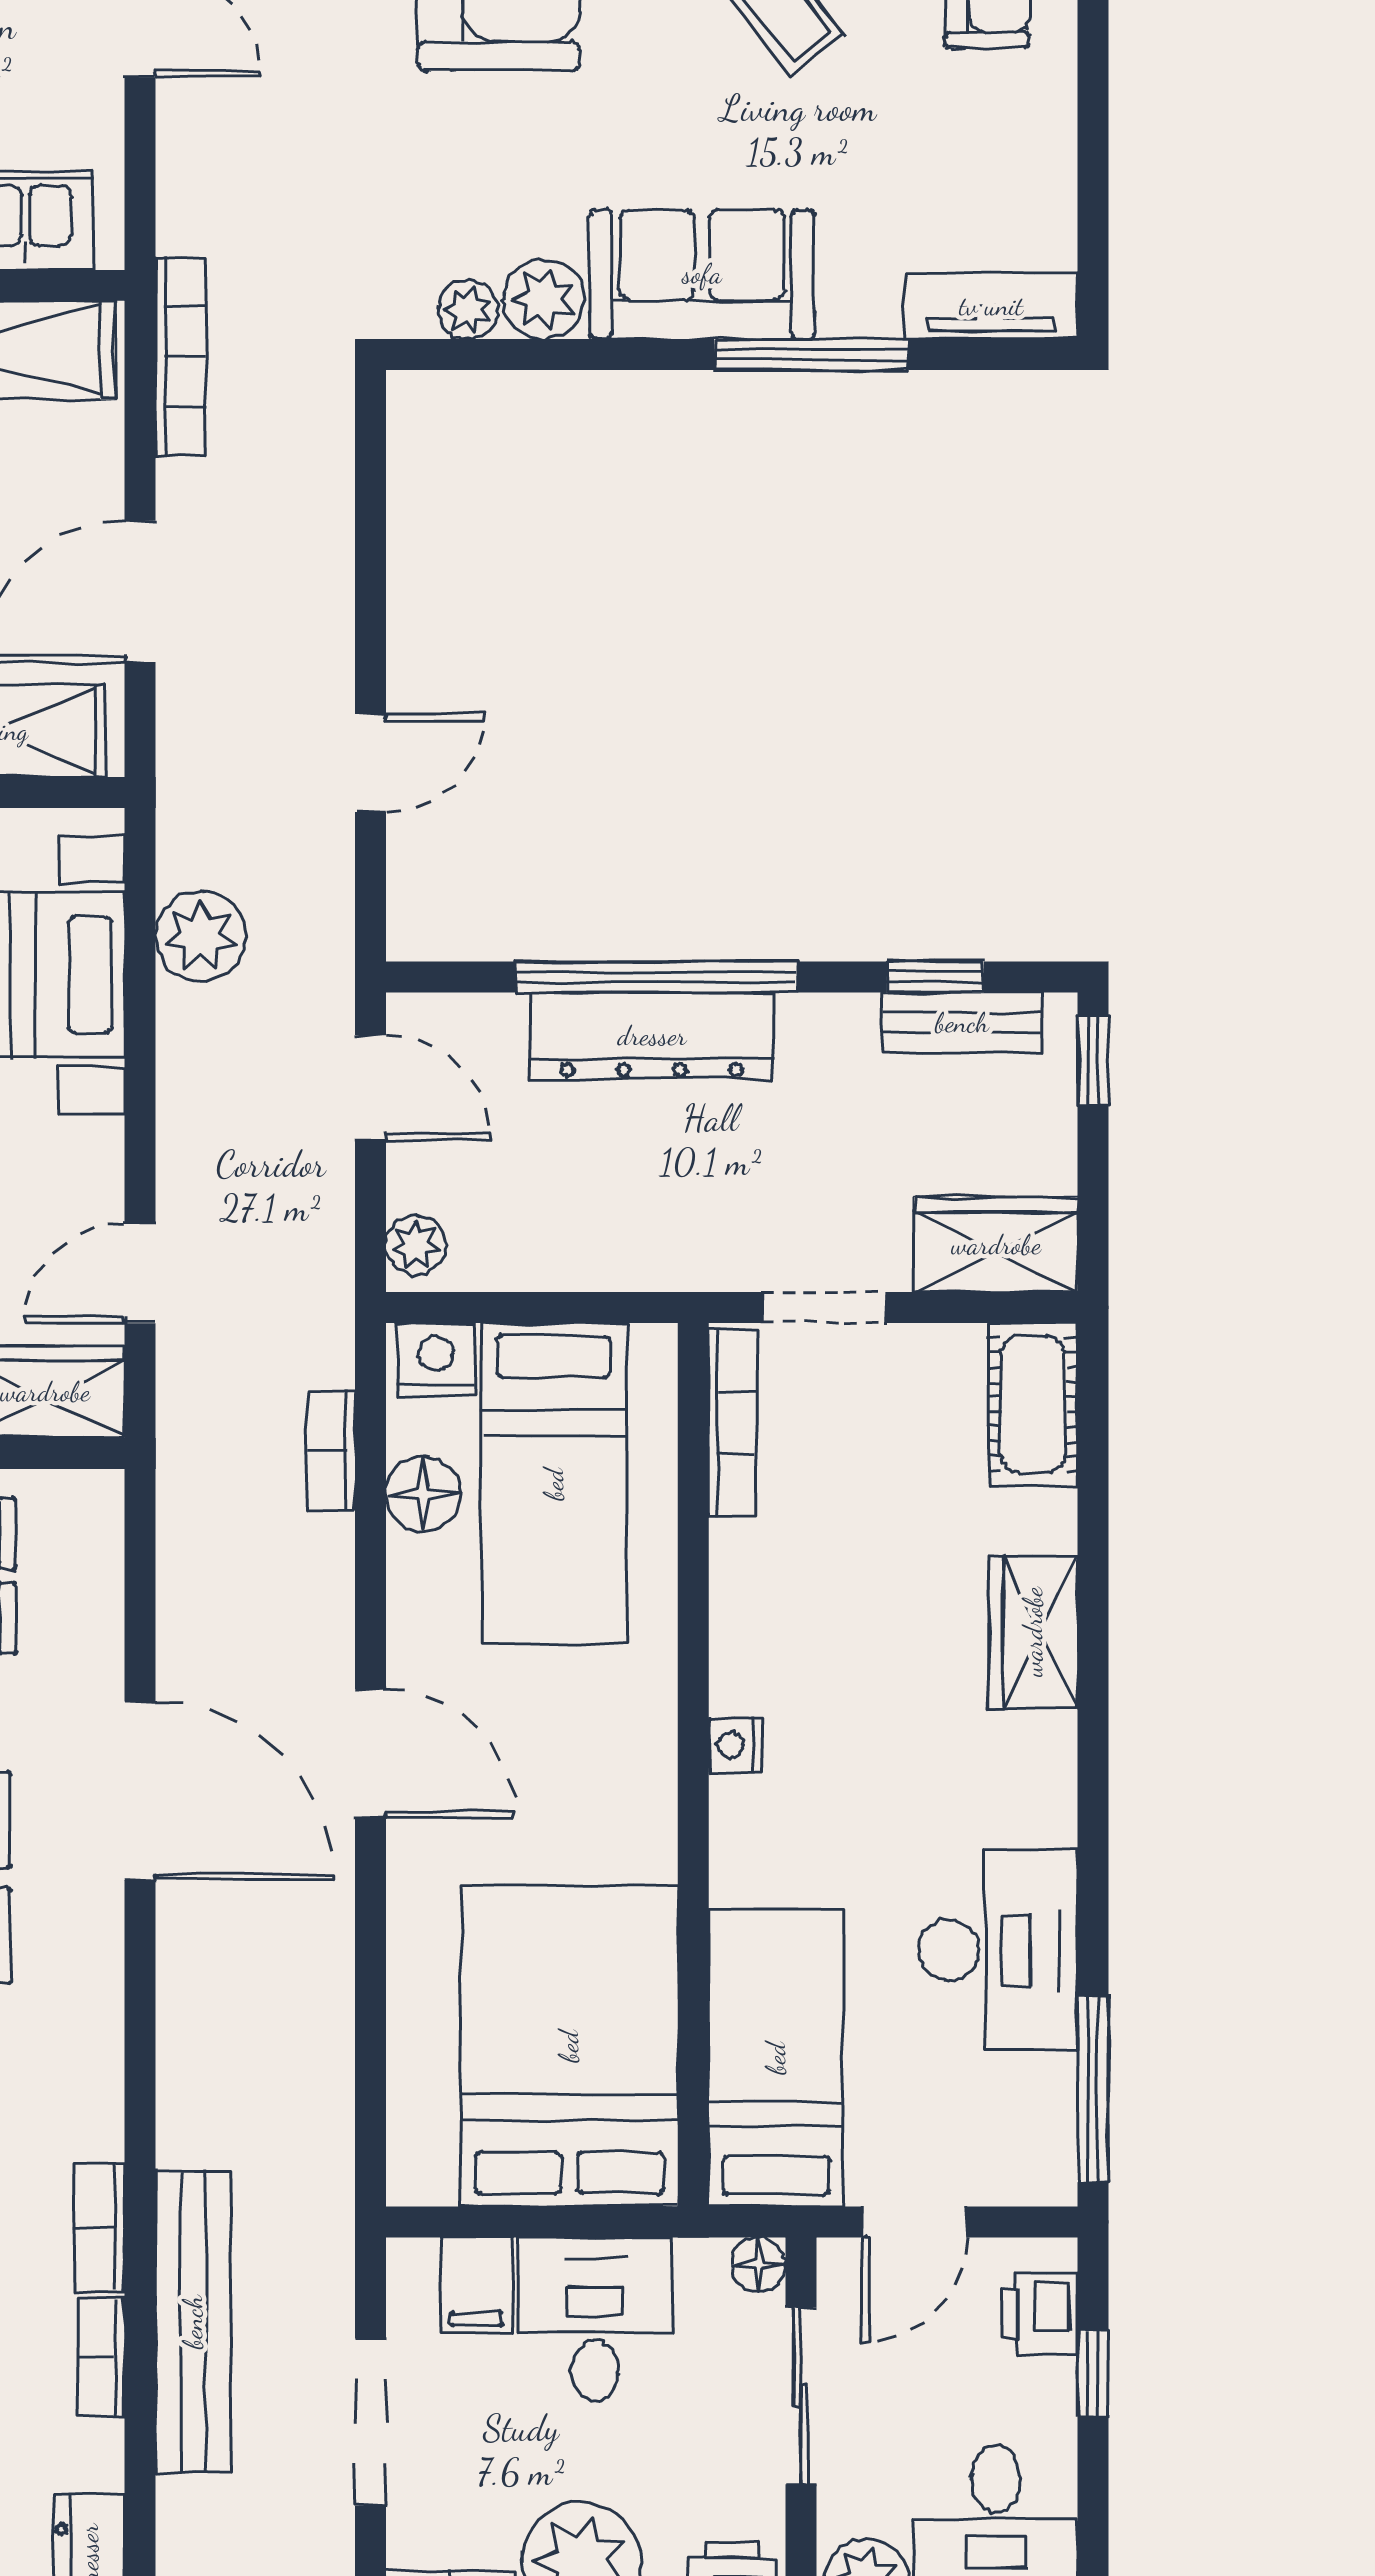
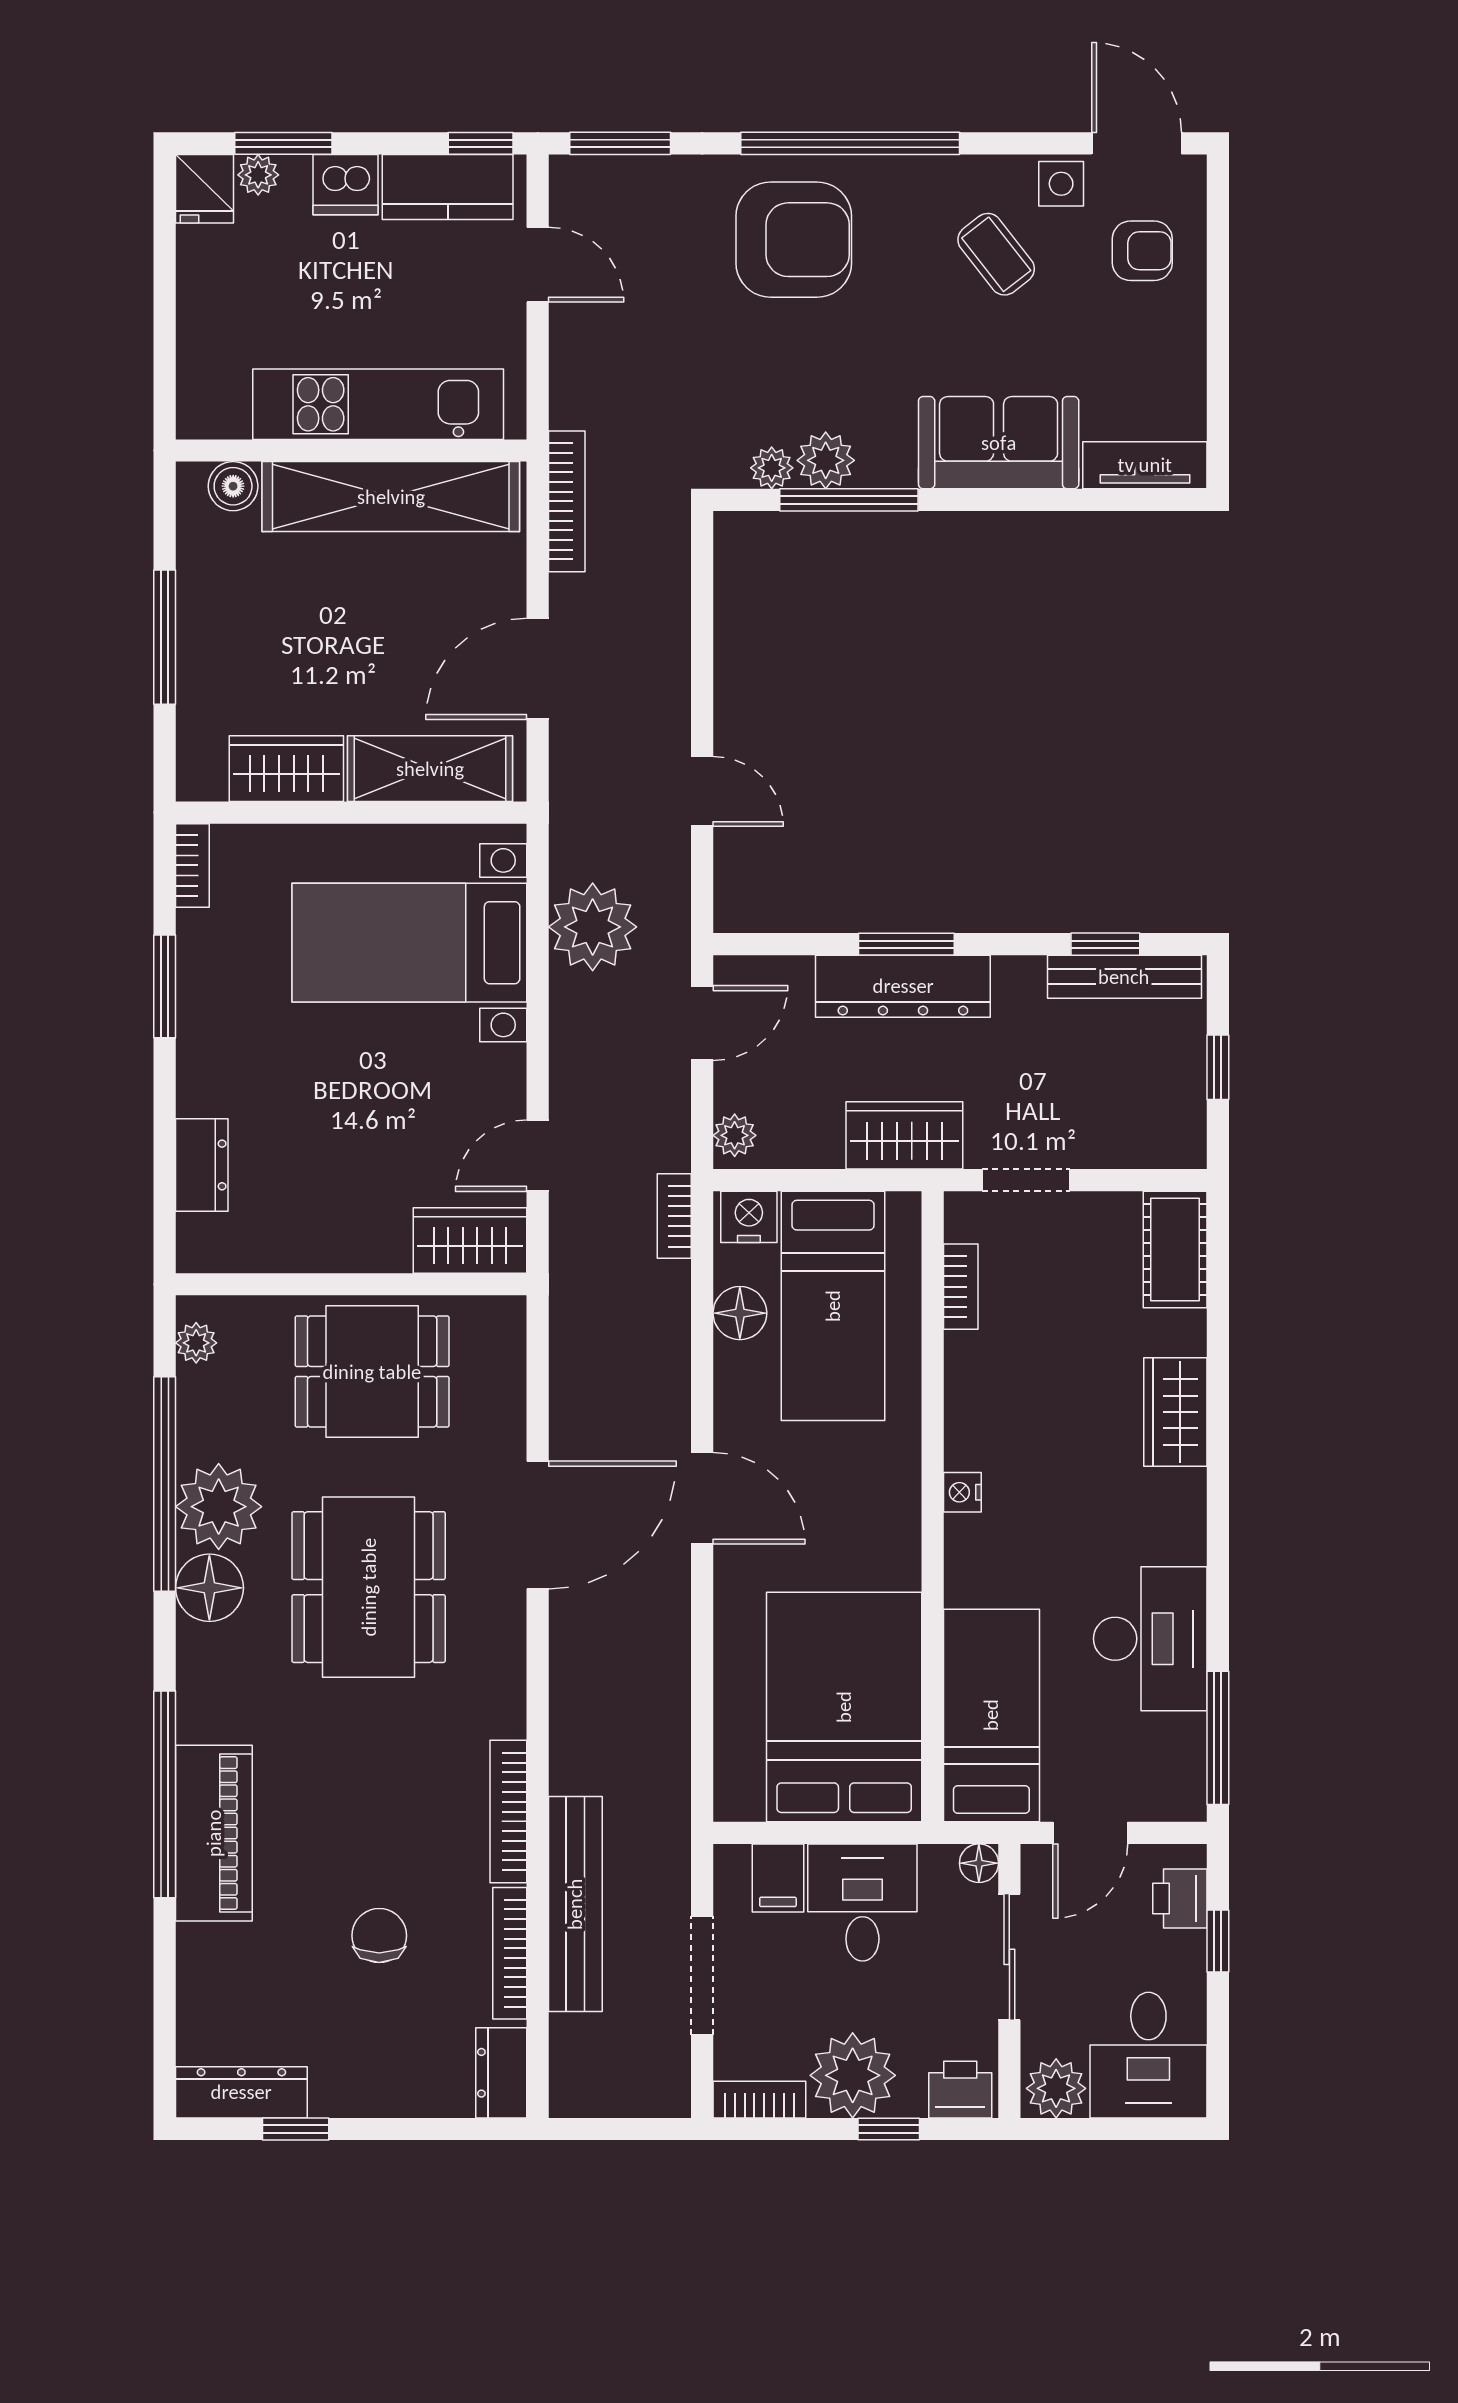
sofa: (702, 274) -> (999, 443), moved
window: (811, 355) -> (849, 500), moved
door: (371, 763) -> (702, 791), hinge flipped
plant: (201, 936) -> (593, 927), width x1.36, depth x1.36
window: (657, 977) -> (906, 944), width x0.47
bench: (962, 1023) -> (1124, 977), width x1.36
window: (1093, 1061) -> (1218, 1067), moved
door: (371, 1087) -> (702, 1023), hinge flipped
wardrobe: (996, 1245) -> (904, 1135), moved
bookcase: (733, 1423) -> (961, 1287), width x0.64
bookcase: (331, 1450) -> (674, 1216), moved
door: (140, 1791) -> (538, 1525), hinge flipped
bookcase: (99, 2228) -> (508, 1812), width x1.56
bookcase: (101, 2357) -> (510, 1953), width x1.56

